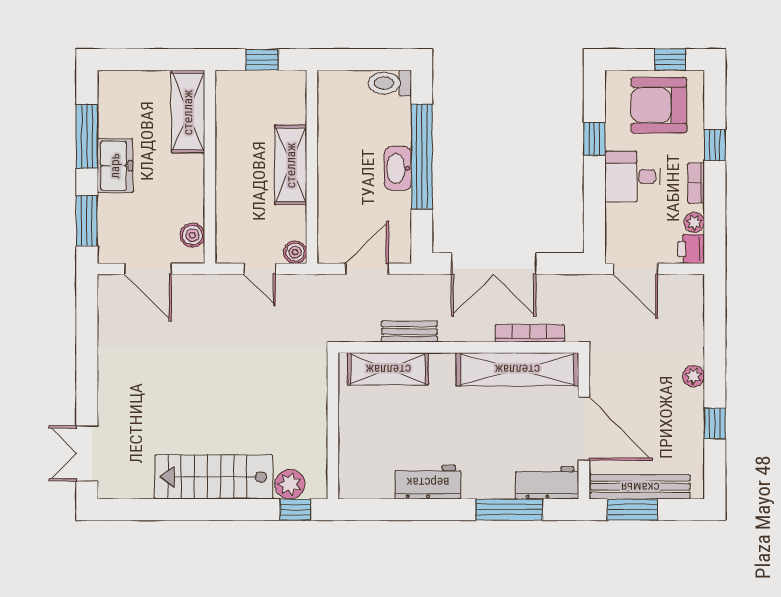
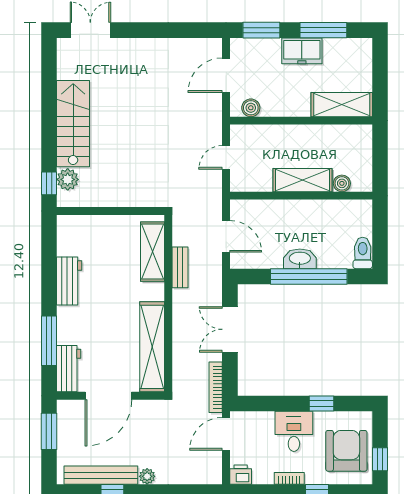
window: (262, 60) -> (380, 159), removed
plant: (694, 222) -> (260, 477), removed
boiler: (295, 252) -> (342, 183), moved
double door: (494, 264) -> (230, 329), width x0.73
bookcase: (530, 333) -> (216, 387), moved, turned 180
bench: (640, 487) -> (101, 475), moved, turned 90

